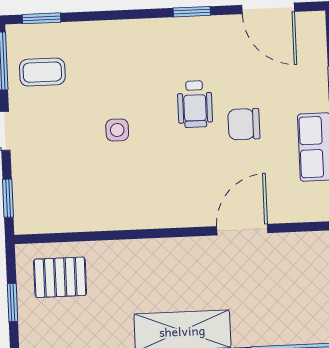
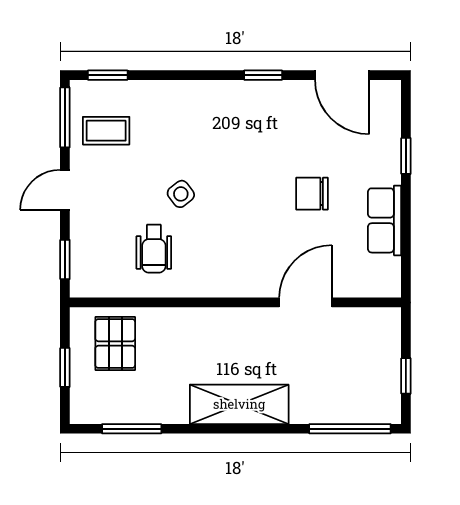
wheelchair: (195, 104) -> (154, 249), moved
side table: (117, 130) -> (181, 194), turned -38
pallet: (60, 277) -> (115, 344), turned 90

